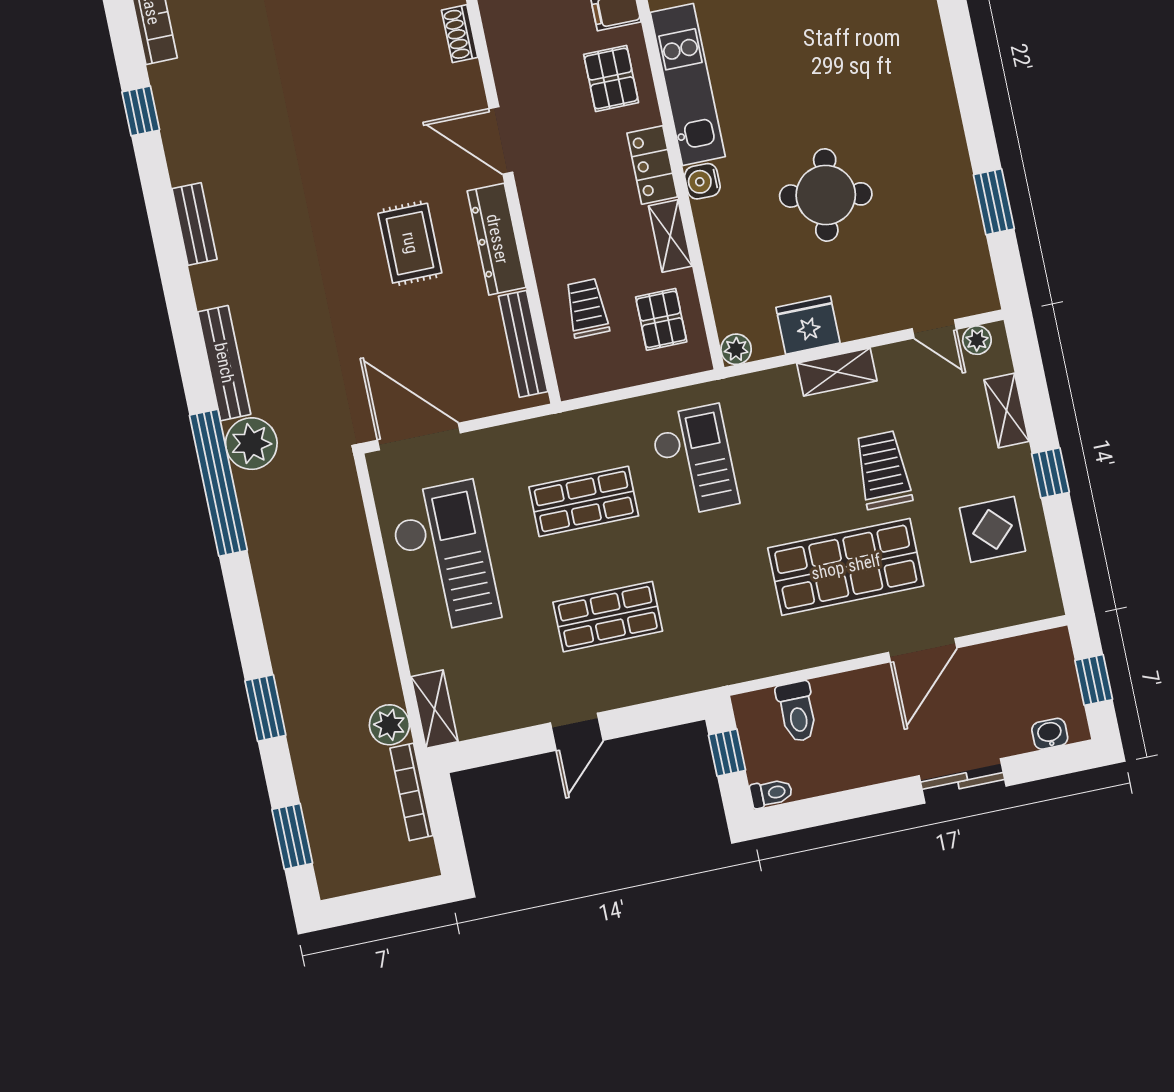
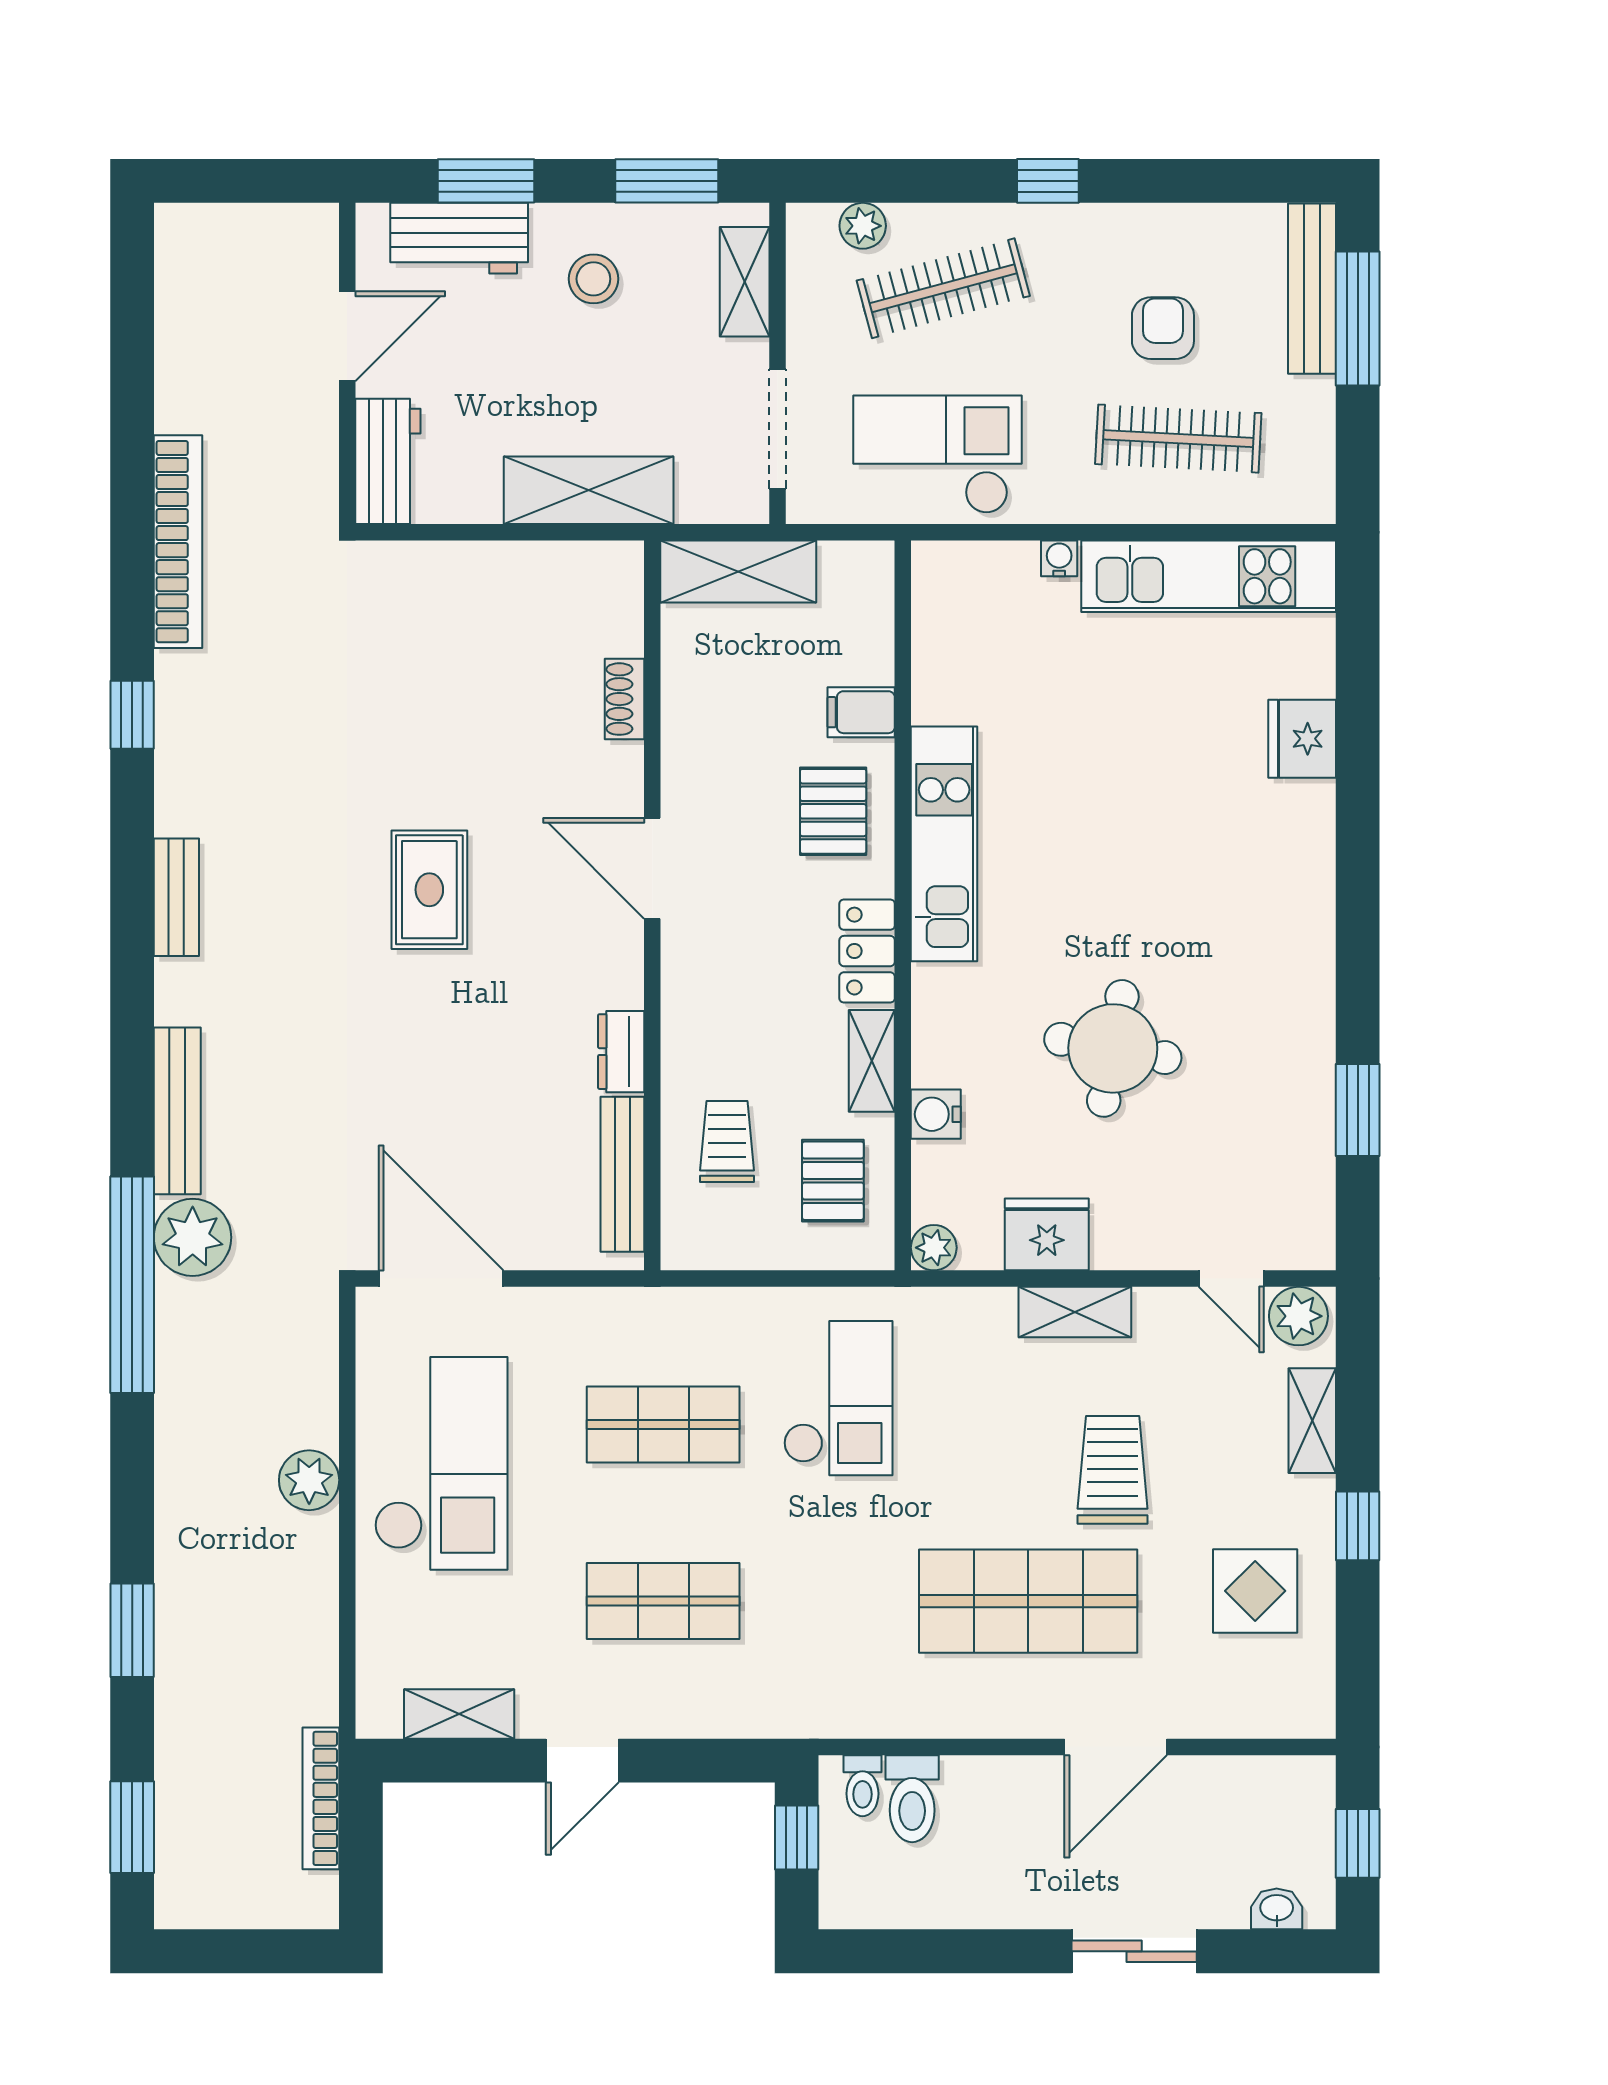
water cooler: (702, 181) -> (936, 1114), moved
dresser: (497, 239) -> (621, 1052), width x0.51, depth x0.80
rug: (410, 243) -> (429, 890), moved
plant: (977, 340) -> (1298, 1316), width x1.38, depth x1.38
shelving: (435, 709) -> (459, 1714), moved, turned 90
plant: (389, 725) -> (309, 1480), moved
toilet: (771, 793) -> (862, 1786), moved, turned 90

